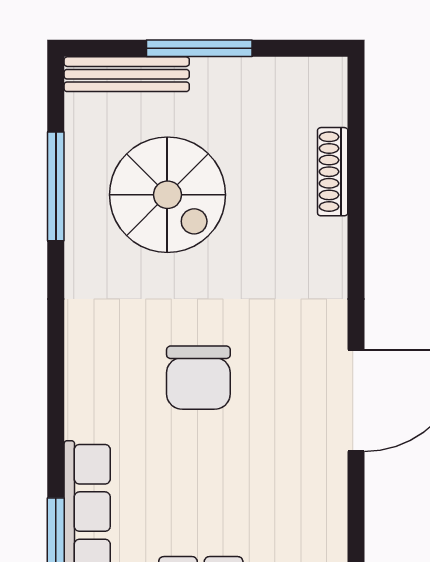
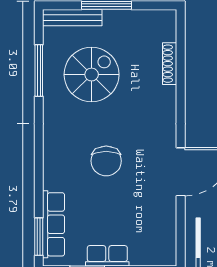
spiral stairs: (167, 195) -> (92, 75), turned -90

